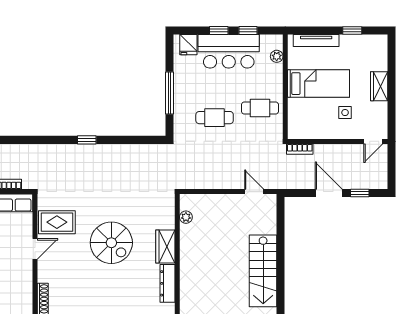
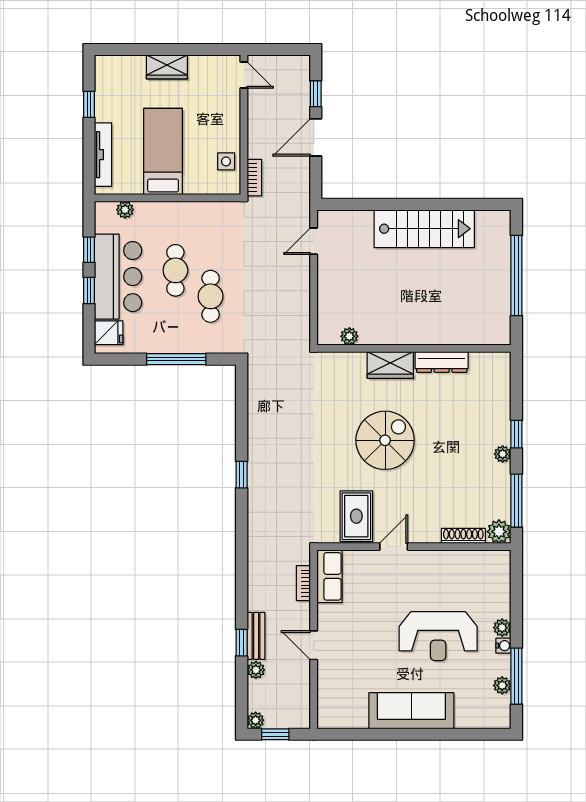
cafe table: (260, 108) -> (175, 270), moved
side table: (345, 113) -> (226, 161), moved
door: (35, 249) -> (394, 547), hinge flipped

